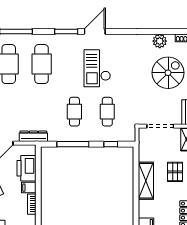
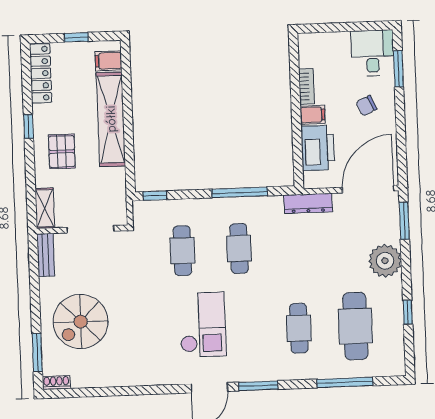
plant: (160, 41) -> (97, 376), removed
cafe table: (42, 64) -> (299, 328), width x0.73, depth x0.74
window: (111, 144) -> (155, 196), moved
shelving: (146, 181) -> (111, 119), width x1.47

